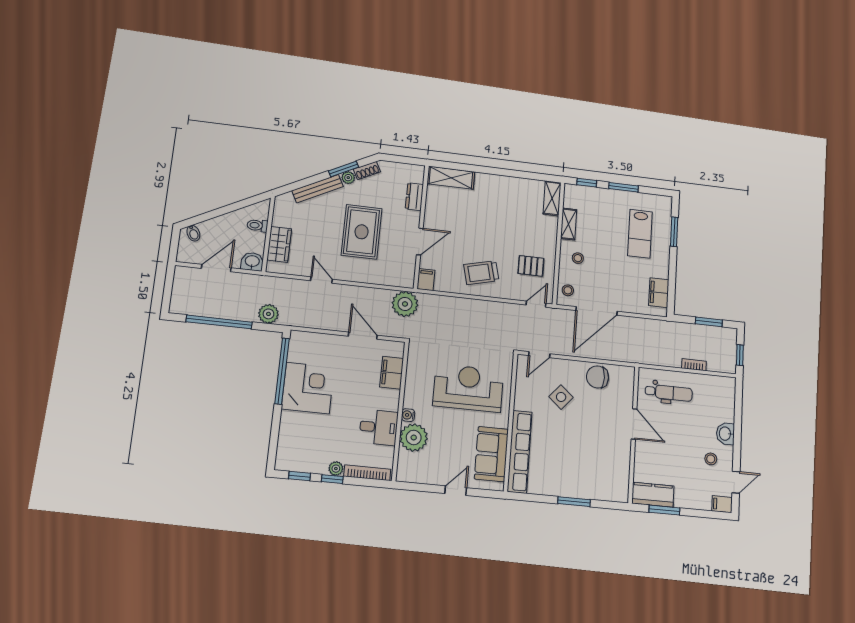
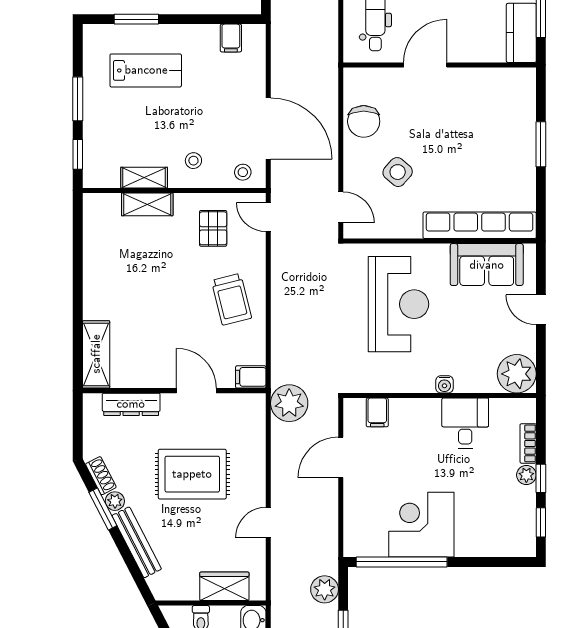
dresser: (414, 197) -> (131, 404), width x1.44
shelving: (552, 198) -> (147, 204), moved
filing cabinet: (659, 293) -> (231, 38), width x0.50
filing cabinet: (392, 373) -> (377, 412), width x0.50
reception desk: (468, 388) -> (399, 304), turned 180
plant: (414, 437) -> (517, 374), moved
bookcase: (367, 473) -> (528, 443), width x0.64

